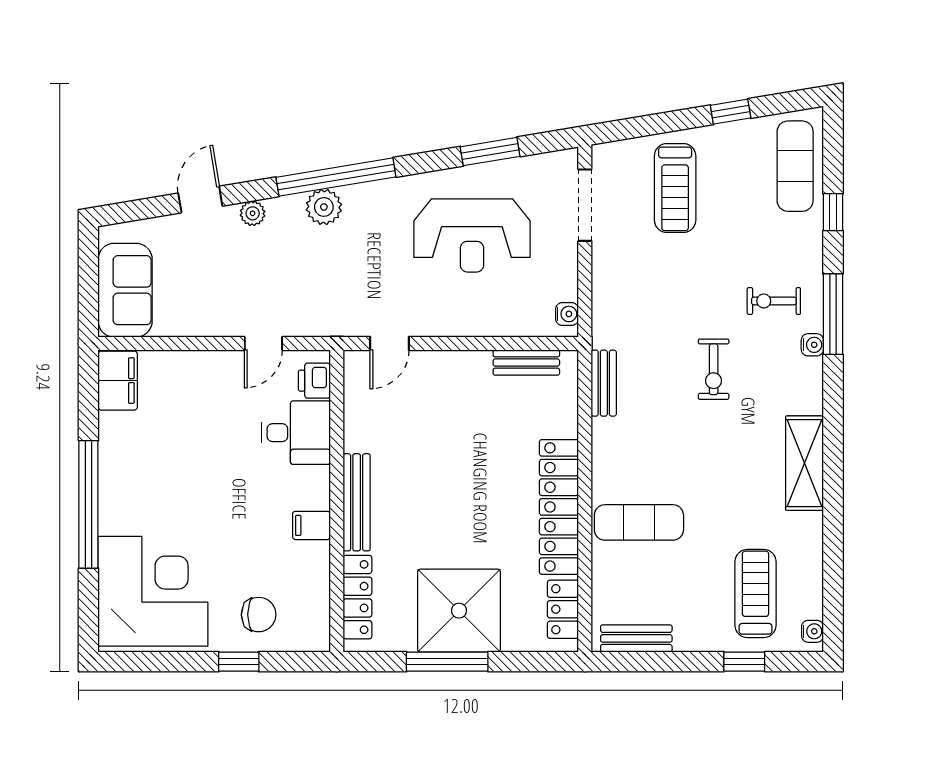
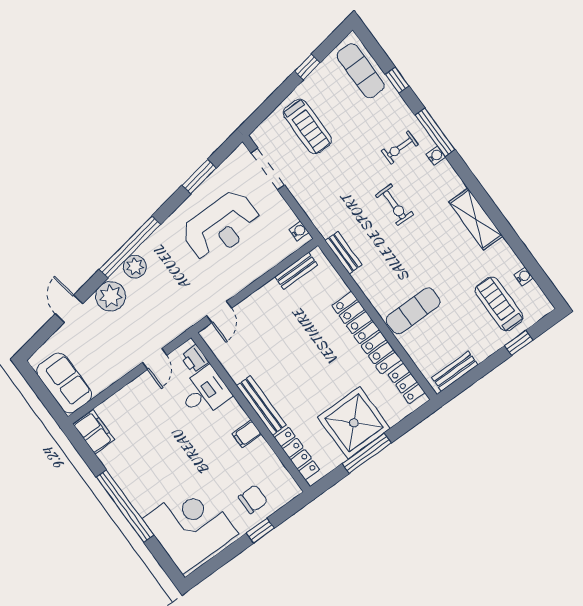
plant: (253, 213) -> (111, 296), width x1.88, depth x1.88
water cooler: (813, 631) -> (524, 276), moved

